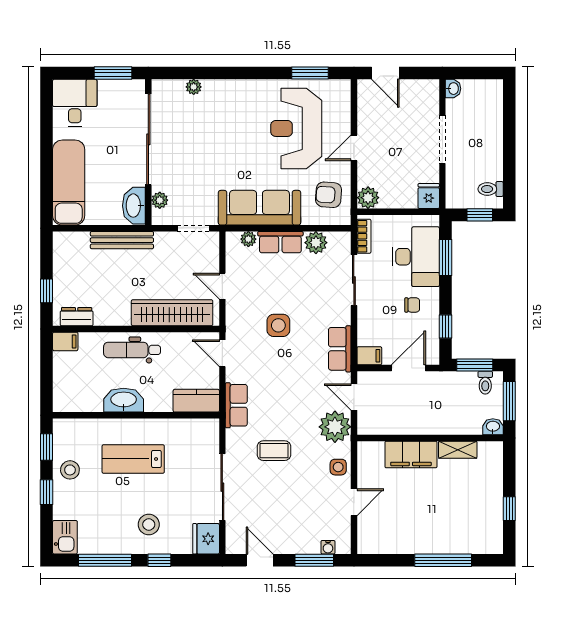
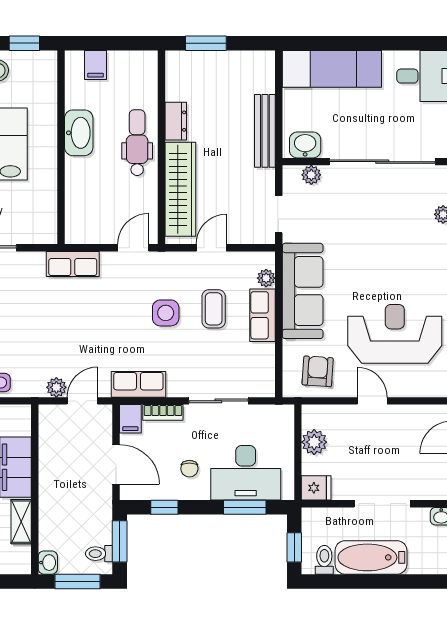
bathtub: (489, 149) -> (371, 557), added
plant: (368, 198) -> (314, 442), moved
washbasin: (134, 206) -> (305, 145), width x0.72
bookcase: (364, 236) -> (163, 412), moved
plant: (316, 243) -> (262, 357), removed
window: (47, 291) -> (206, 43), width x1.50
dresser: (77, 317) -> (176, 121), moved
filing cabinet: (65, 341) -> (95, 65), moved
kitchen counter: (196, 401) -> (78, 217), removed
plant: (335, 427) -> (56, 387), width x0.53, depth x0.53
coffee table: (274, 451) -> (214, 309), moved

